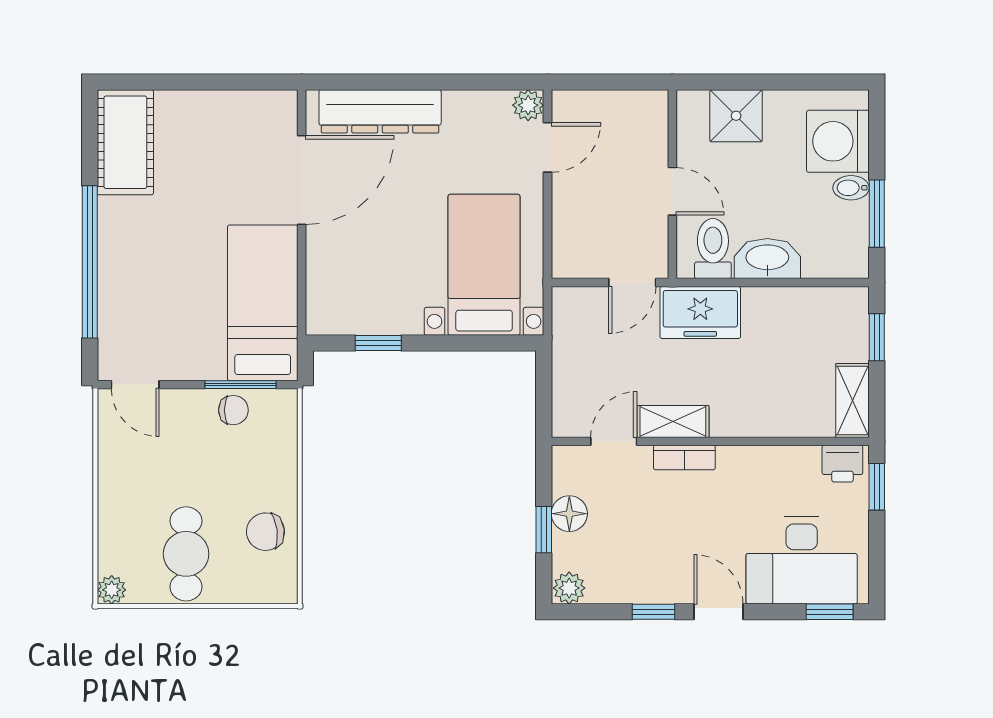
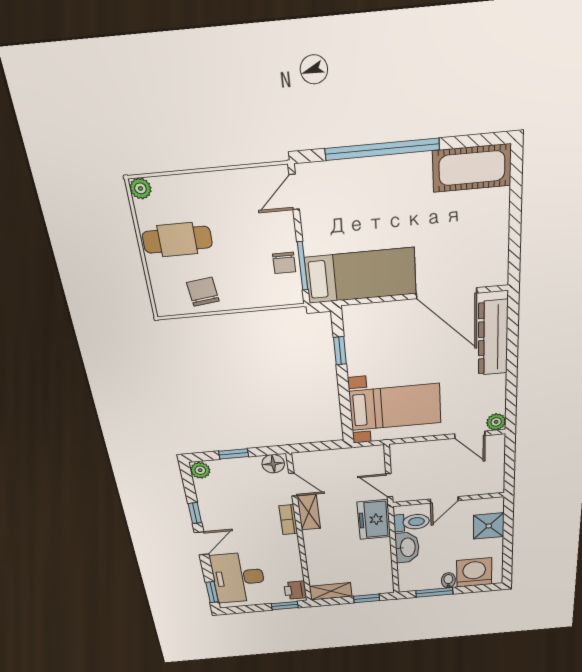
floor lamp: (569, 514) -> (273, 464), moved

